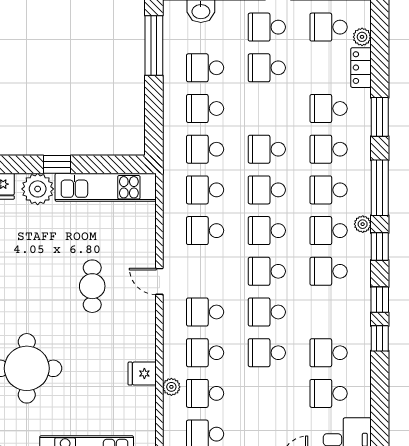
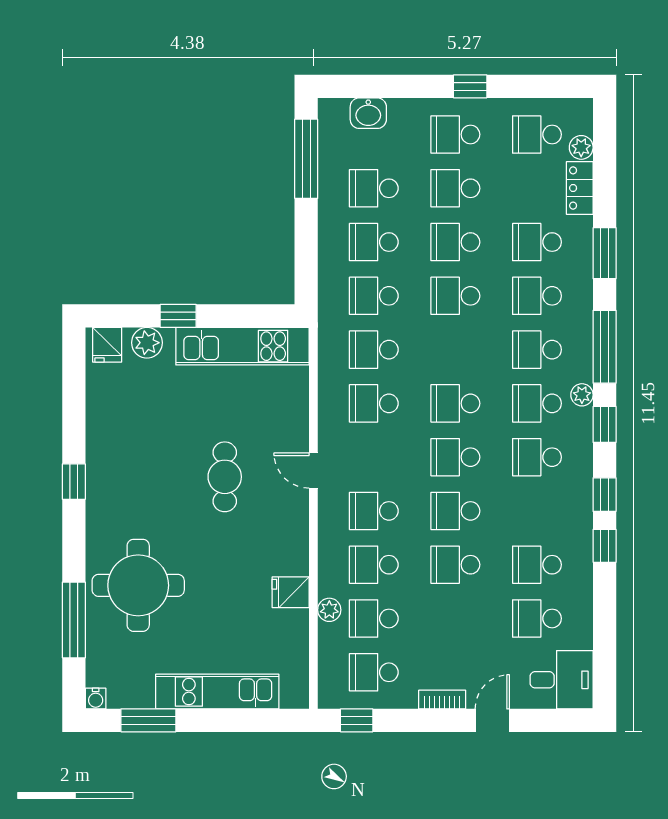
plant: (38, 189) -> (147, 343), width x0.73, depth x0.73
school desk: (267, 190) -> (455, 242), moved

